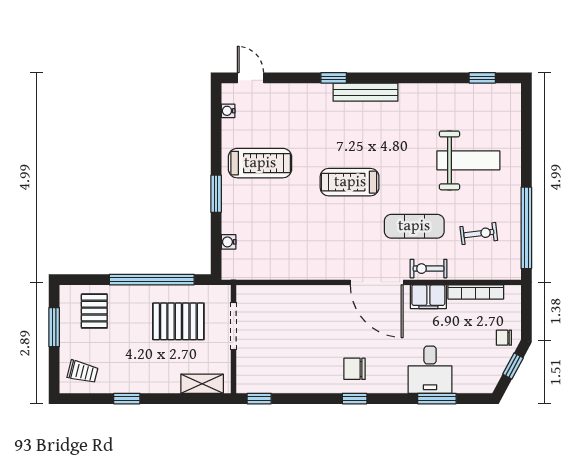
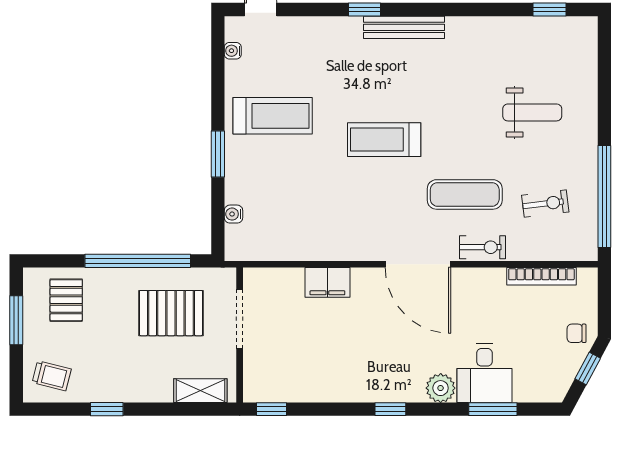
weight bench: (468, 160) -> (532, 112), width x0.73, depth x0.75
exercise bike: (428, 269) -> (483, 247), turned 180
filing cabinet: (428, 297) -> (327, 282), moved
chair: (355, 369) -> (390, 372), removed
plant: (395, 382) -> (441, 388), added

